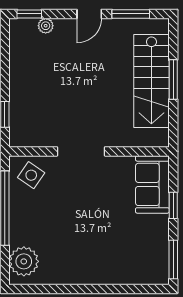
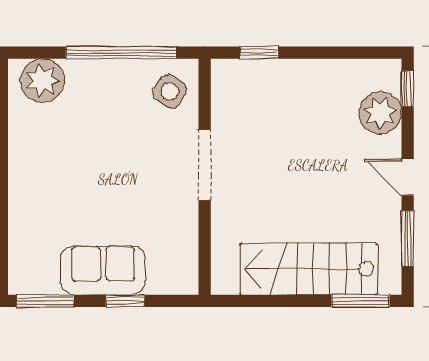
plant: (46, 26) -> (380, 113), width x1.88, depth x1.88
window: (173, 80) -> (360, 301), moved
sofa: (152, 184) -> (103, 270), moved

